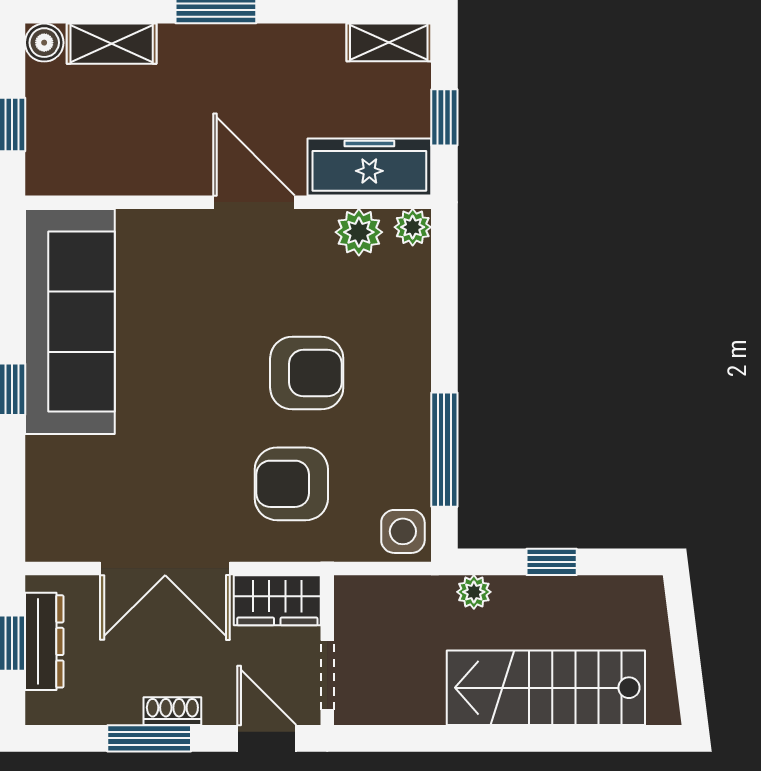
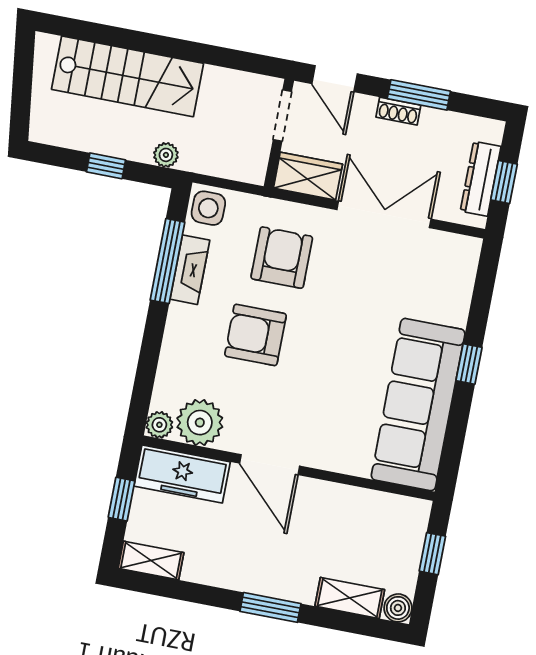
plant: (359, 232) -> (200, 423), width x1.36, depth x1.36
fireplace: (412, 444) -> (190, 270), added
armchair: (291, 484) -> (282, 258), turned -90

